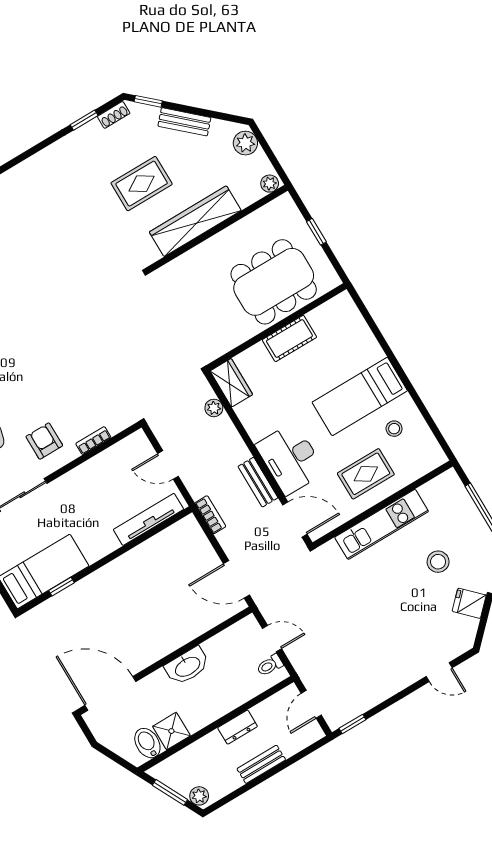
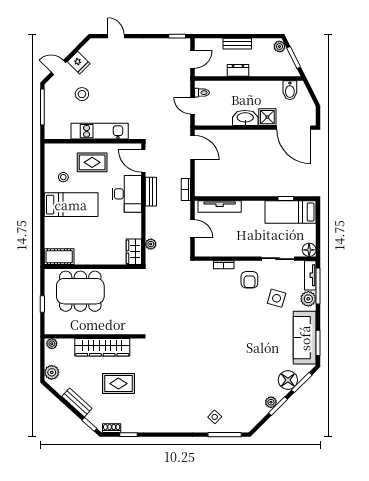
cot: (289, 338) -> (59, 257), moved
shower: (171, 731) -> (267, 117), moved

